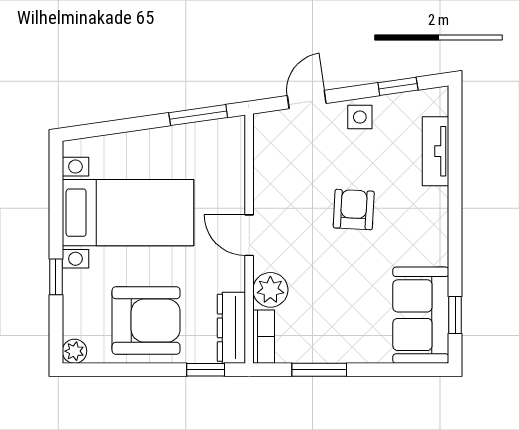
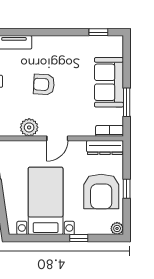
plant: (270, 290) -> (29, 127), moved
sofa: (421, 315) -> (109, 82), moved, turned 90
armchair: (146, 321) -> (101, 192), turned 180
window: (206, 370) -> (127, 189), moved

